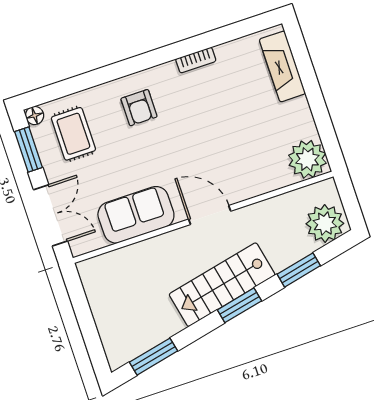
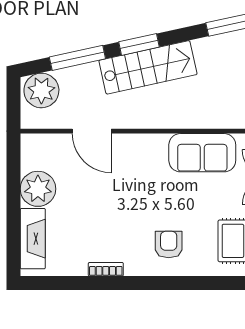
plant: (307, 159) -> (38, 189), moved
door: (210, 215) -> (92, 131), moved
window: (299, 270) -> (77, 58), width x1.44

